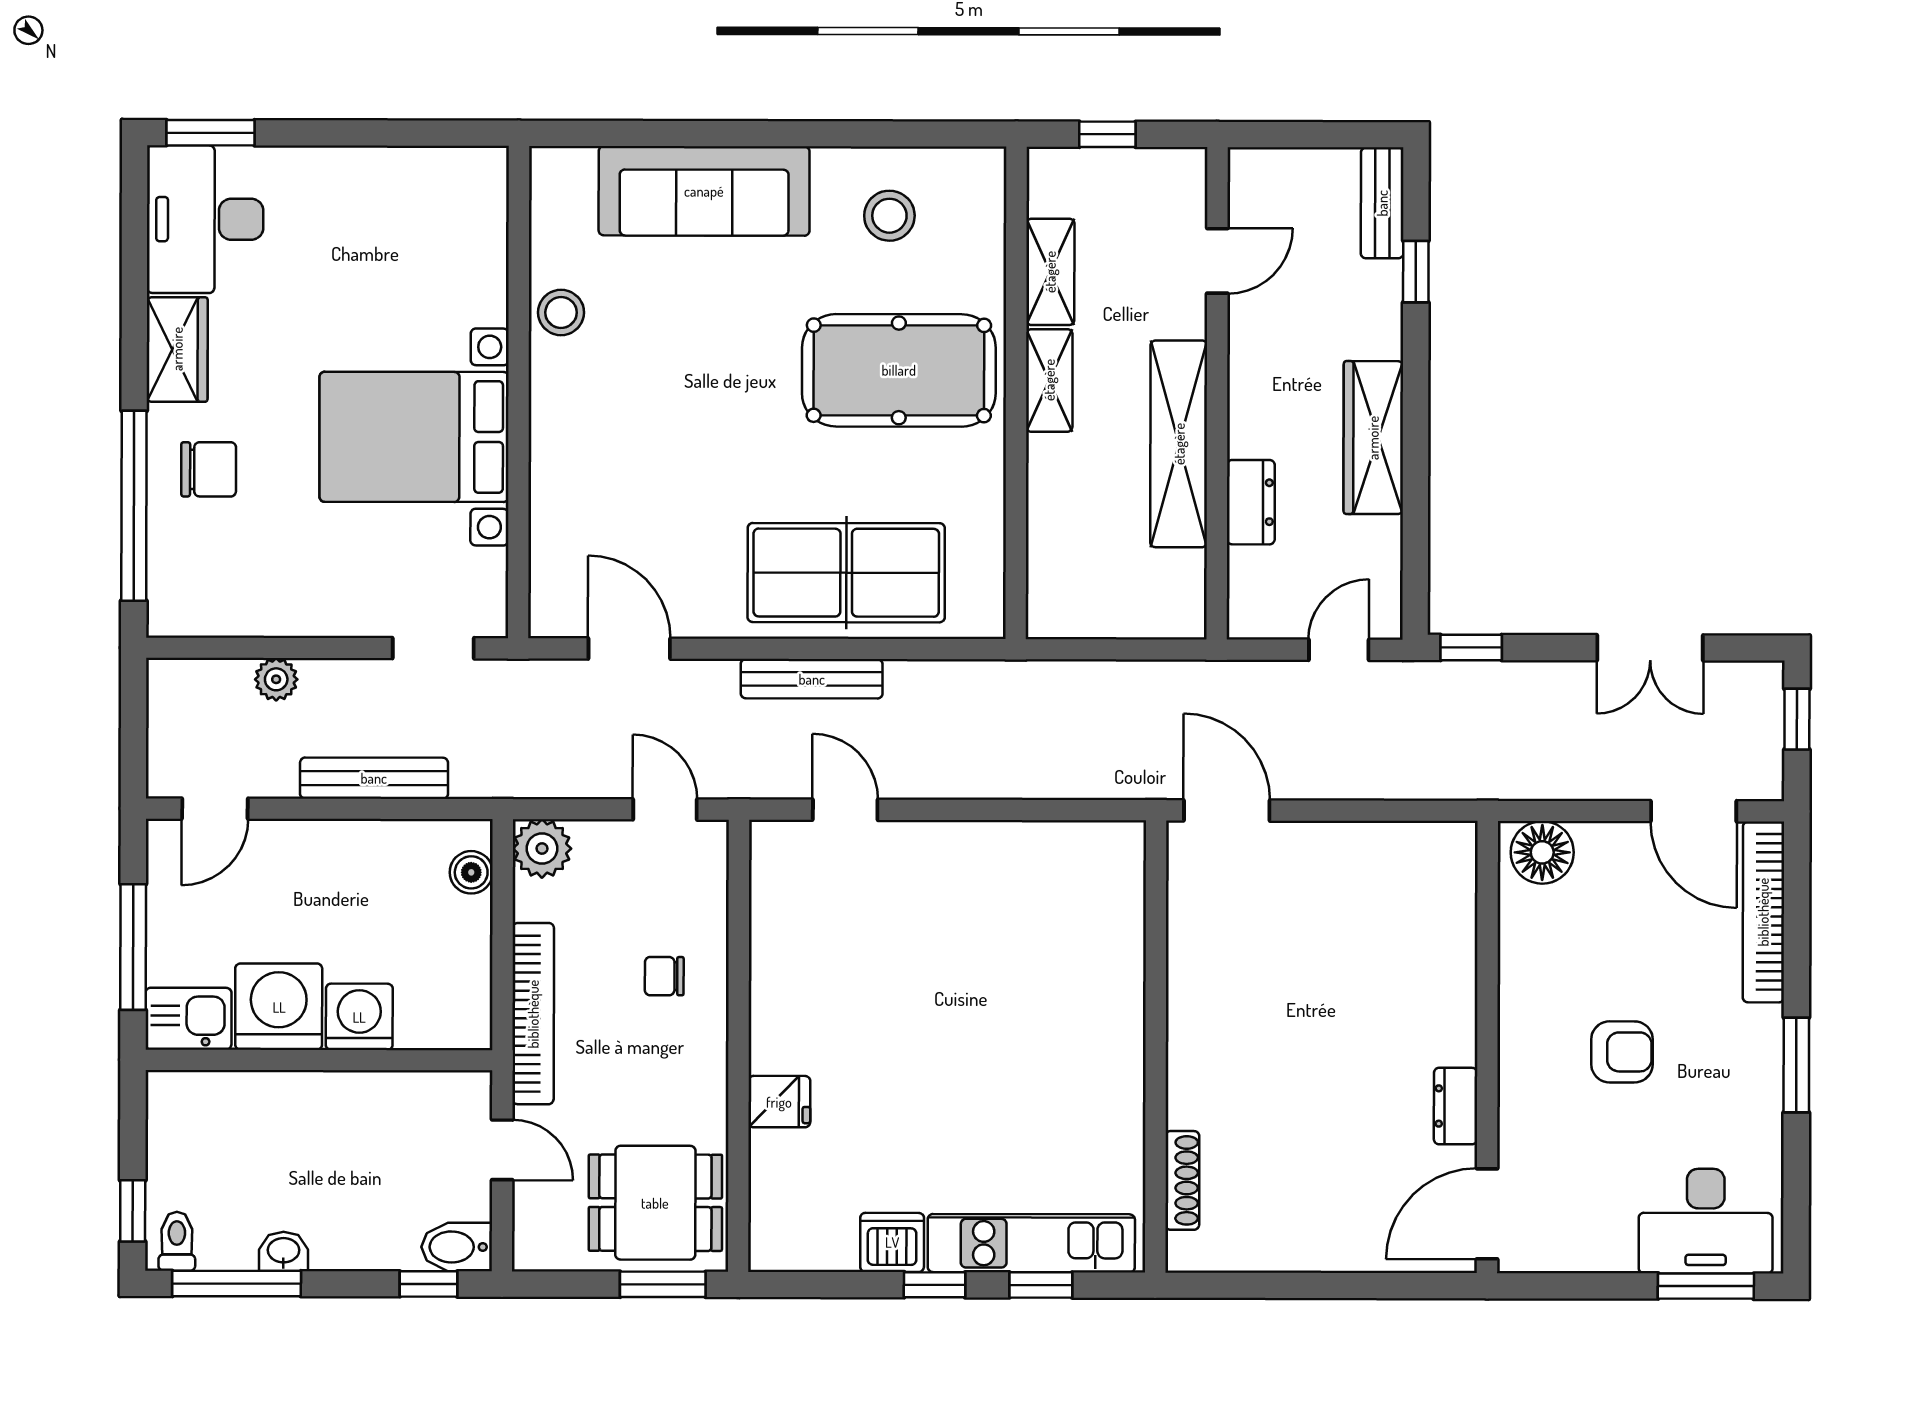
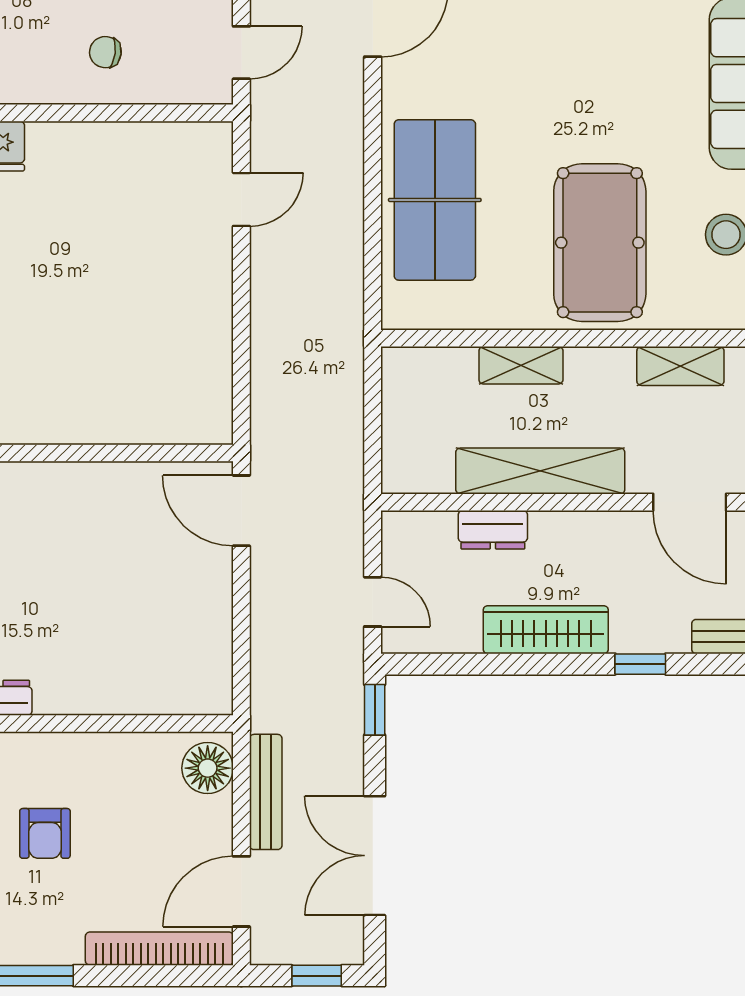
door: (1217, 261) -> (690, 502), width x1.38
window: (1416, 272) -> (640, 664), moved
shelving: (1049, 380) -> (521, 365), moved
double door: (1650, 648) -> (375, 856), width x1.37
bench: (812, 679) -> (266, 792), moved
door: (1227, 810) -> (241, 511), swing flipped
chair: (664, 976) -> (105, 52), turned -83

